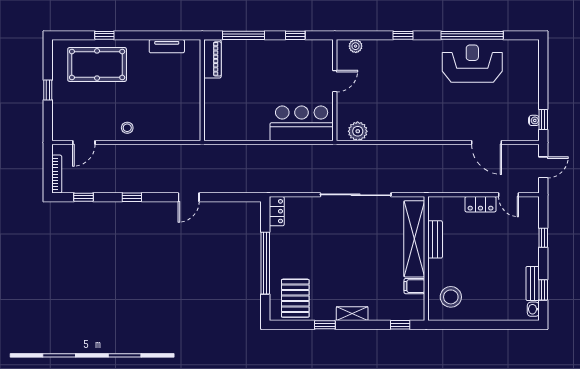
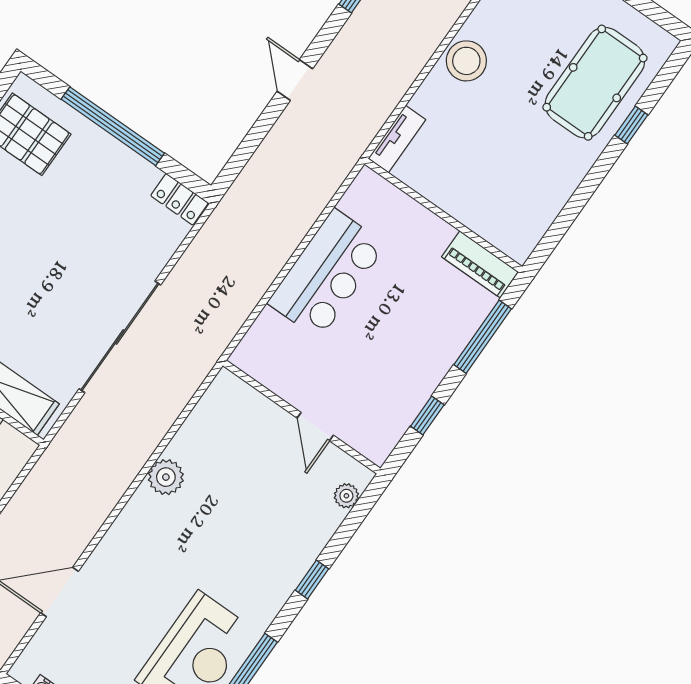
tv unit: (167, 46) -> (397, 139), moved, turned 180
bar counter: (302, 123) -> (327, 274), moved
stool: (127, 128) -> (466, 61), width x1.89, depth x1.89
plant: (358, 131) -> (166, 477), moved

